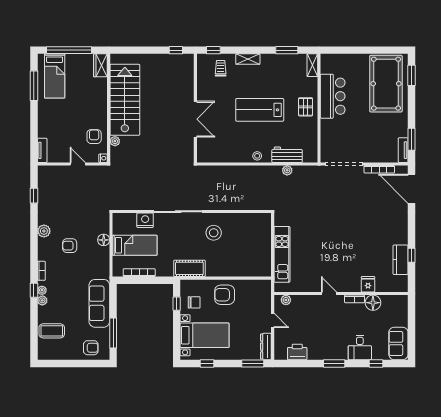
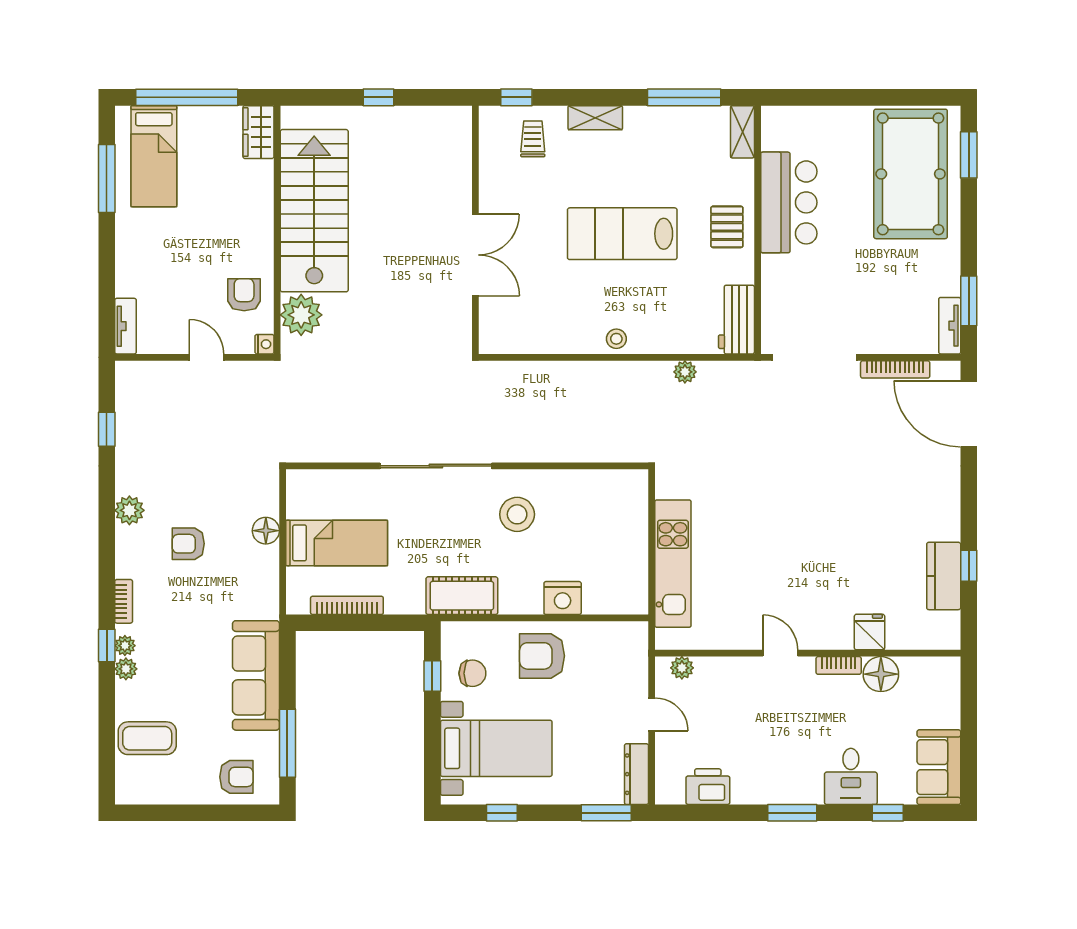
window: (176, 50) -> (378, 97), moved
window: (287, 50) -> (684, 97), width x1.44
plant: (115, 141) -> (301, 315), width x1.87, depth x1.87
workbench: (287, 155) -> (736, 320), moved, turned -90
nightstand: (145, 220) -> (563, 598), moved, turned 180

